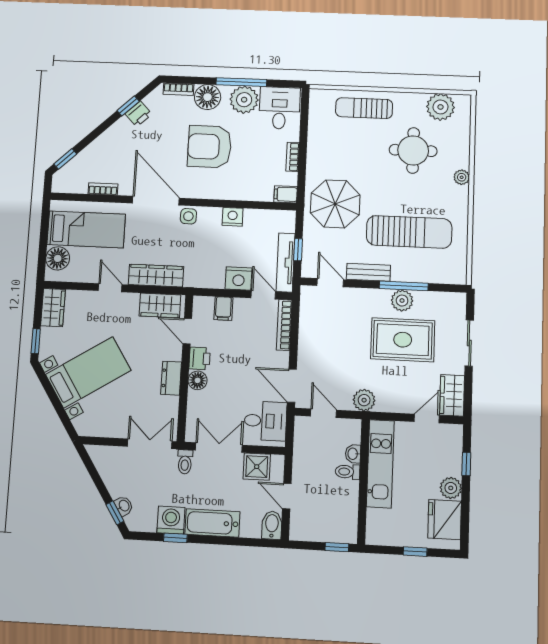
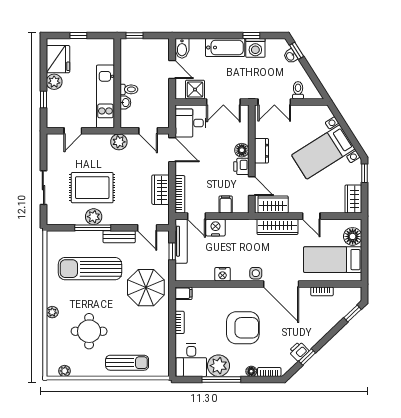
floor lamp: (208, 97) -> (251, 371), width x0.53, depth x0.53
plant: (441, 107) -> (65, 371), width x0.53, depth x0.53
wardrobe: (452, 395) -> (161, 190), moved, turned 180
toilet: (185, 462) -> (298, 90), moved

